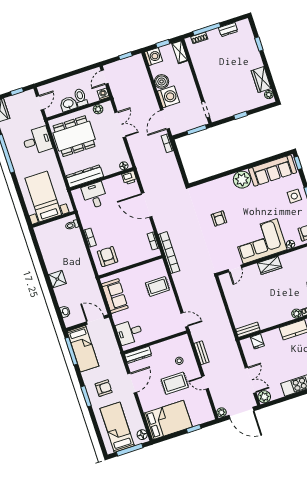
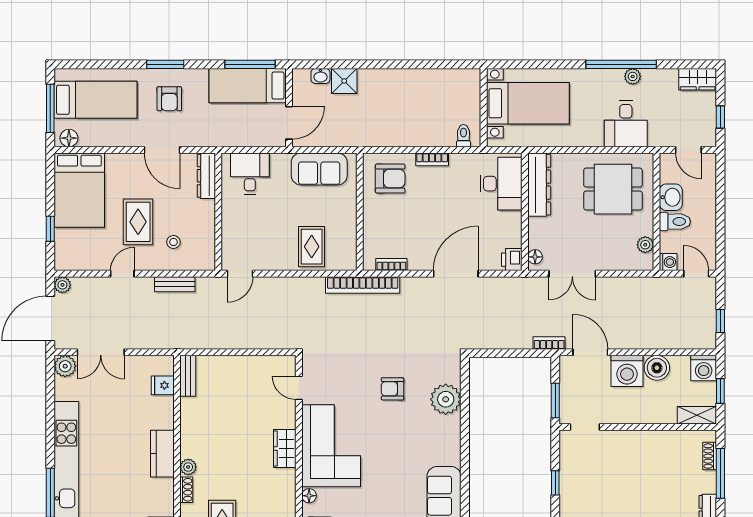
double door: (120, 125) -> (572, 274), moved
dining table: (74, 136) -> (613, 189), width x0.73
plant: (11, 145) -> (633, 76), added
plant: (242, 180) -> (446, 399), moved
desk: (95, 195) -> (501, 184), width x1.37
shower: (57, 279) -> (344, 81), moved

